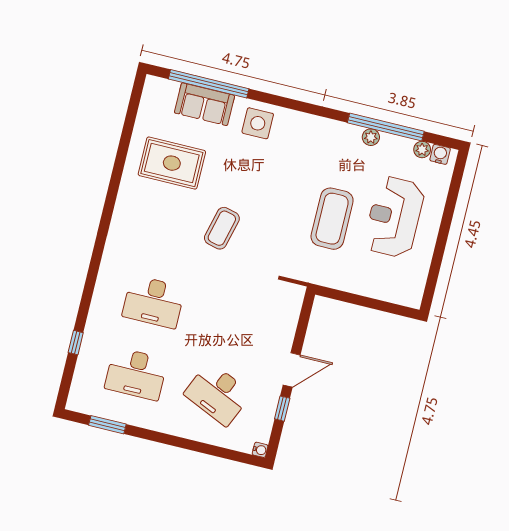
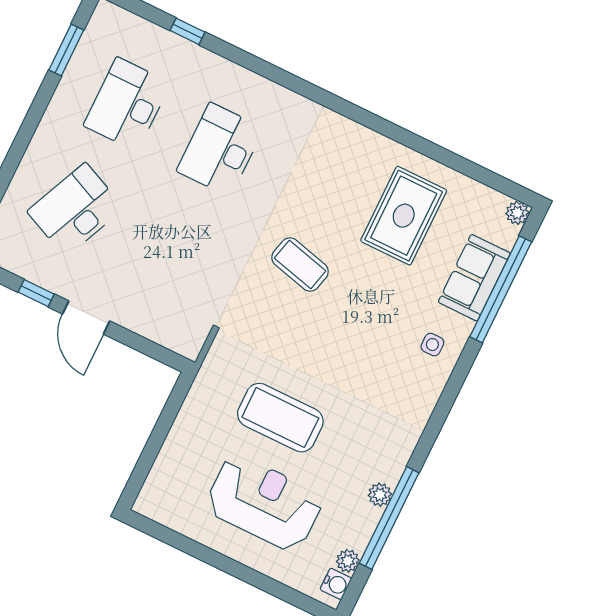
plant: (153, 84) -> (517, 213), added
side table: (258, 123) -> (432, 345), width x0.54, depth x0.54

